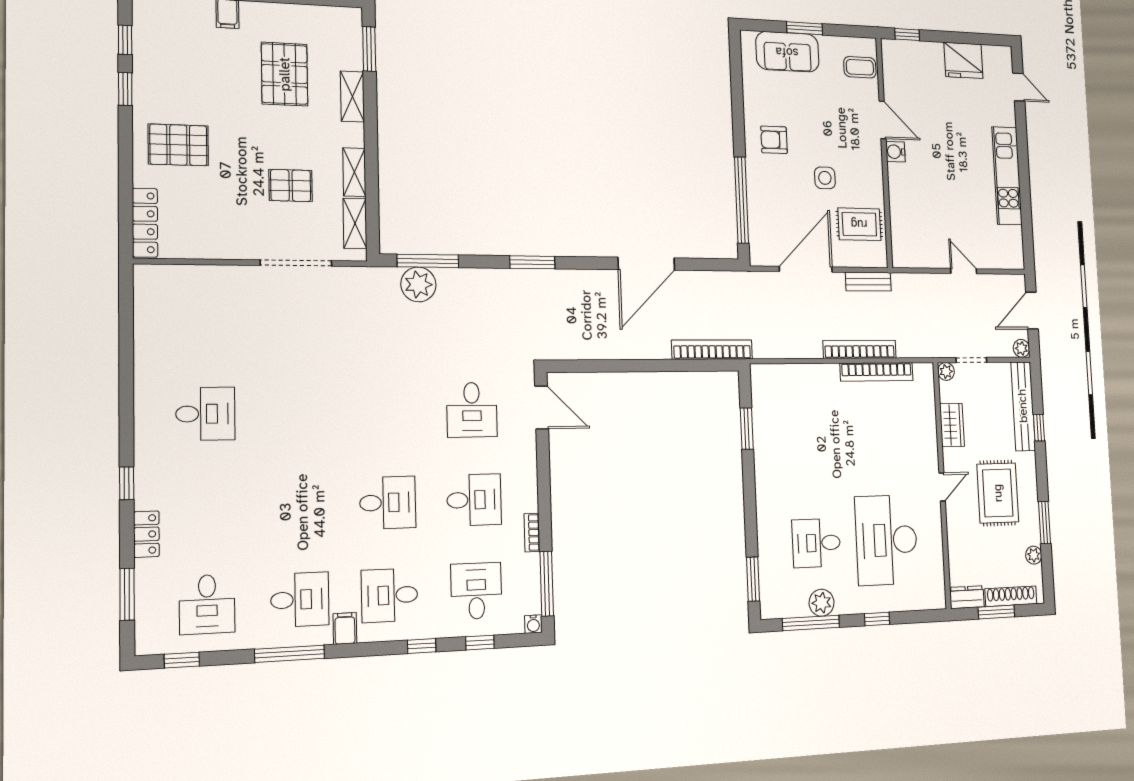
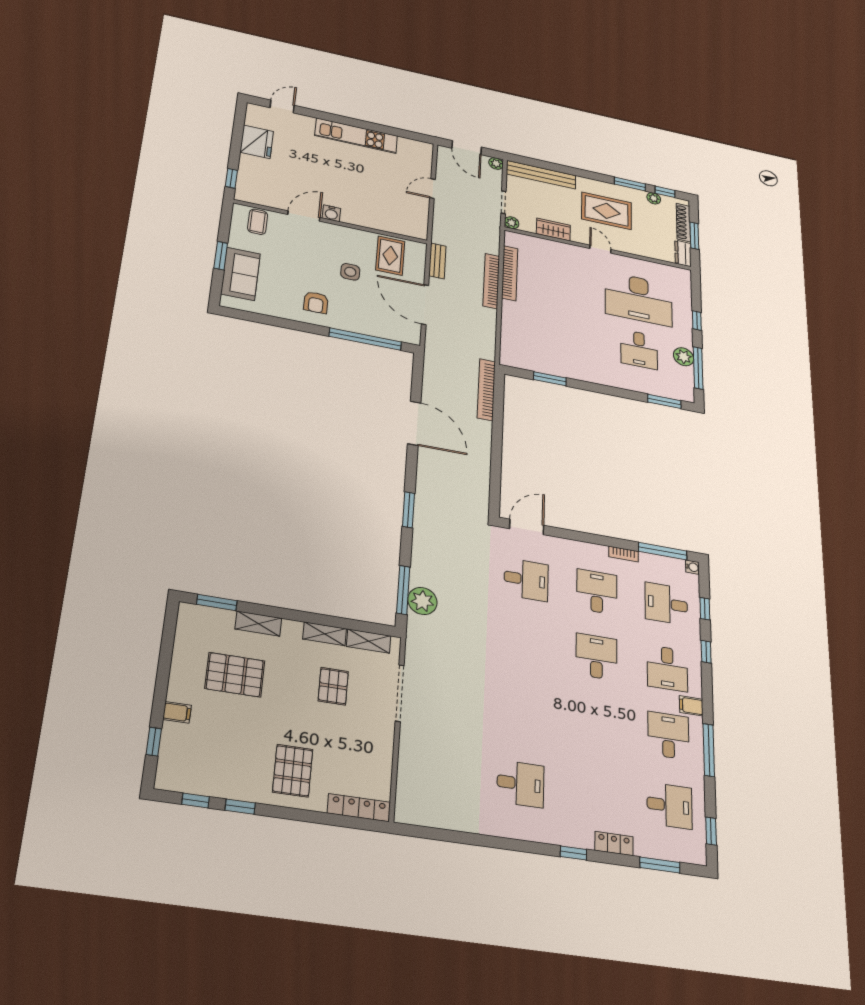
desk: (205, 414) -> (520, 784), turned 90
window: (1039, 428) -> (665, 192), moved

